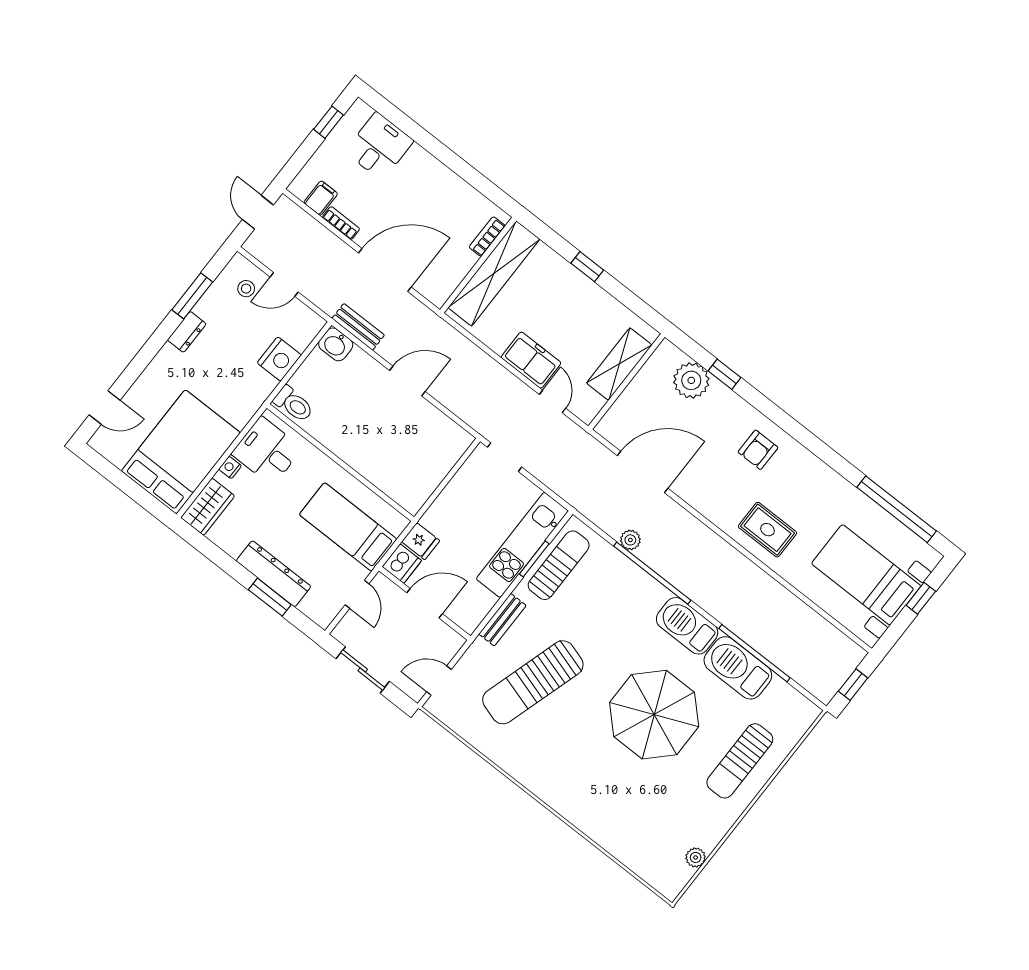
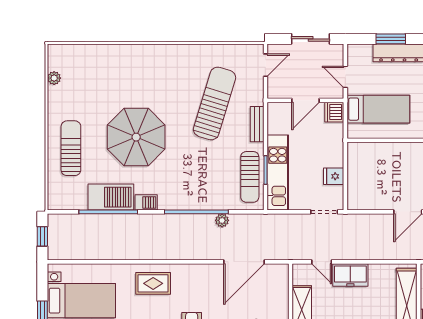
fridge: (421, 541) -> (334, 176), moved
barbecue: (687, 626) -> (146, 202), width x0.53, depth x0.65

